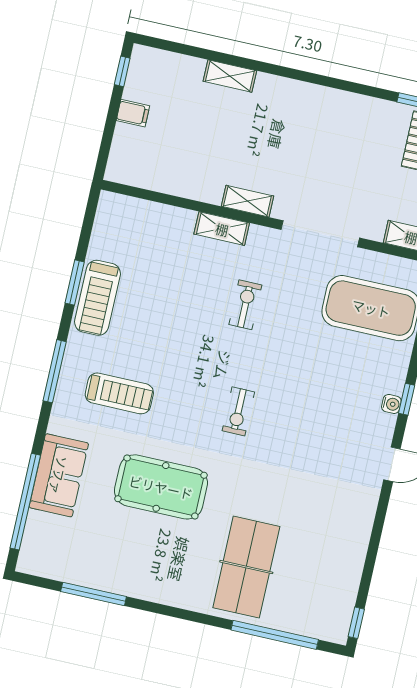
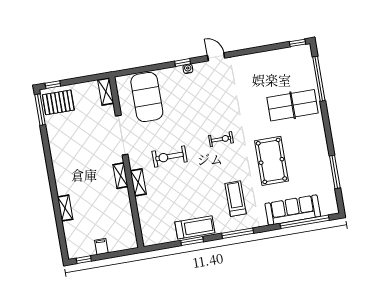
exercise bike: (245, 305) -> (170, 157), width x1.38, depth x1.39
sofa: (59, 475) -> (293, 210), width x1.36

